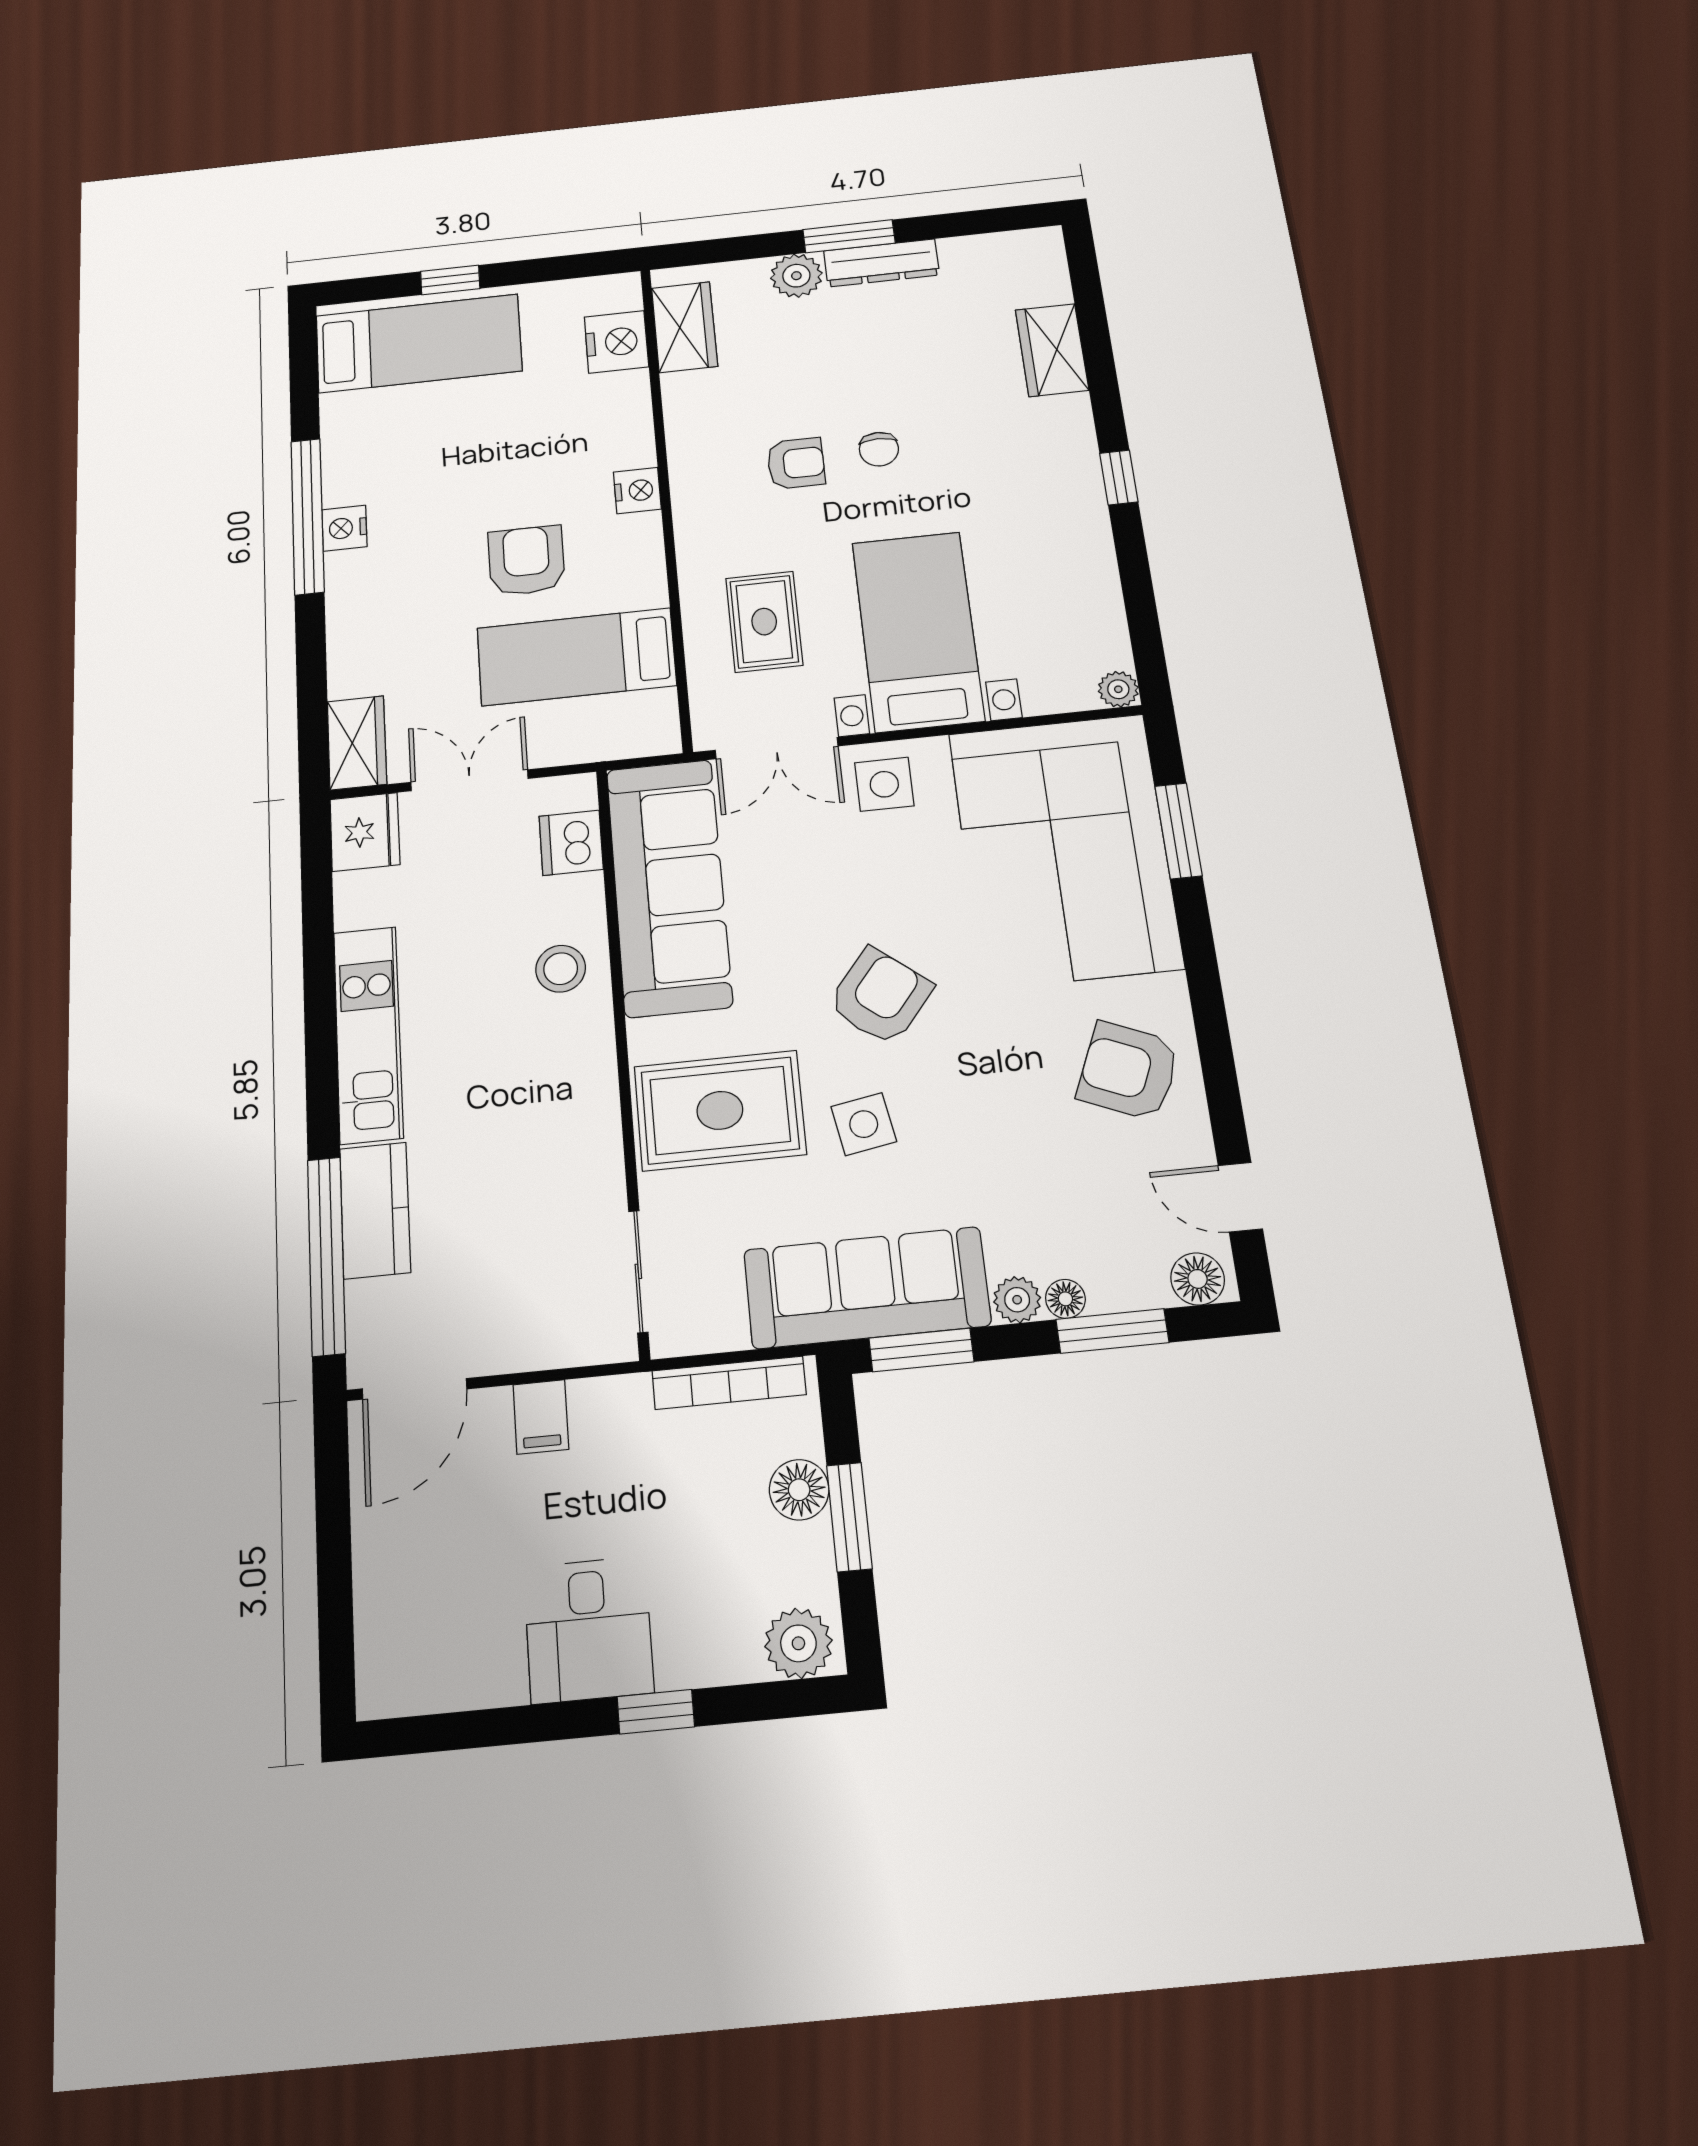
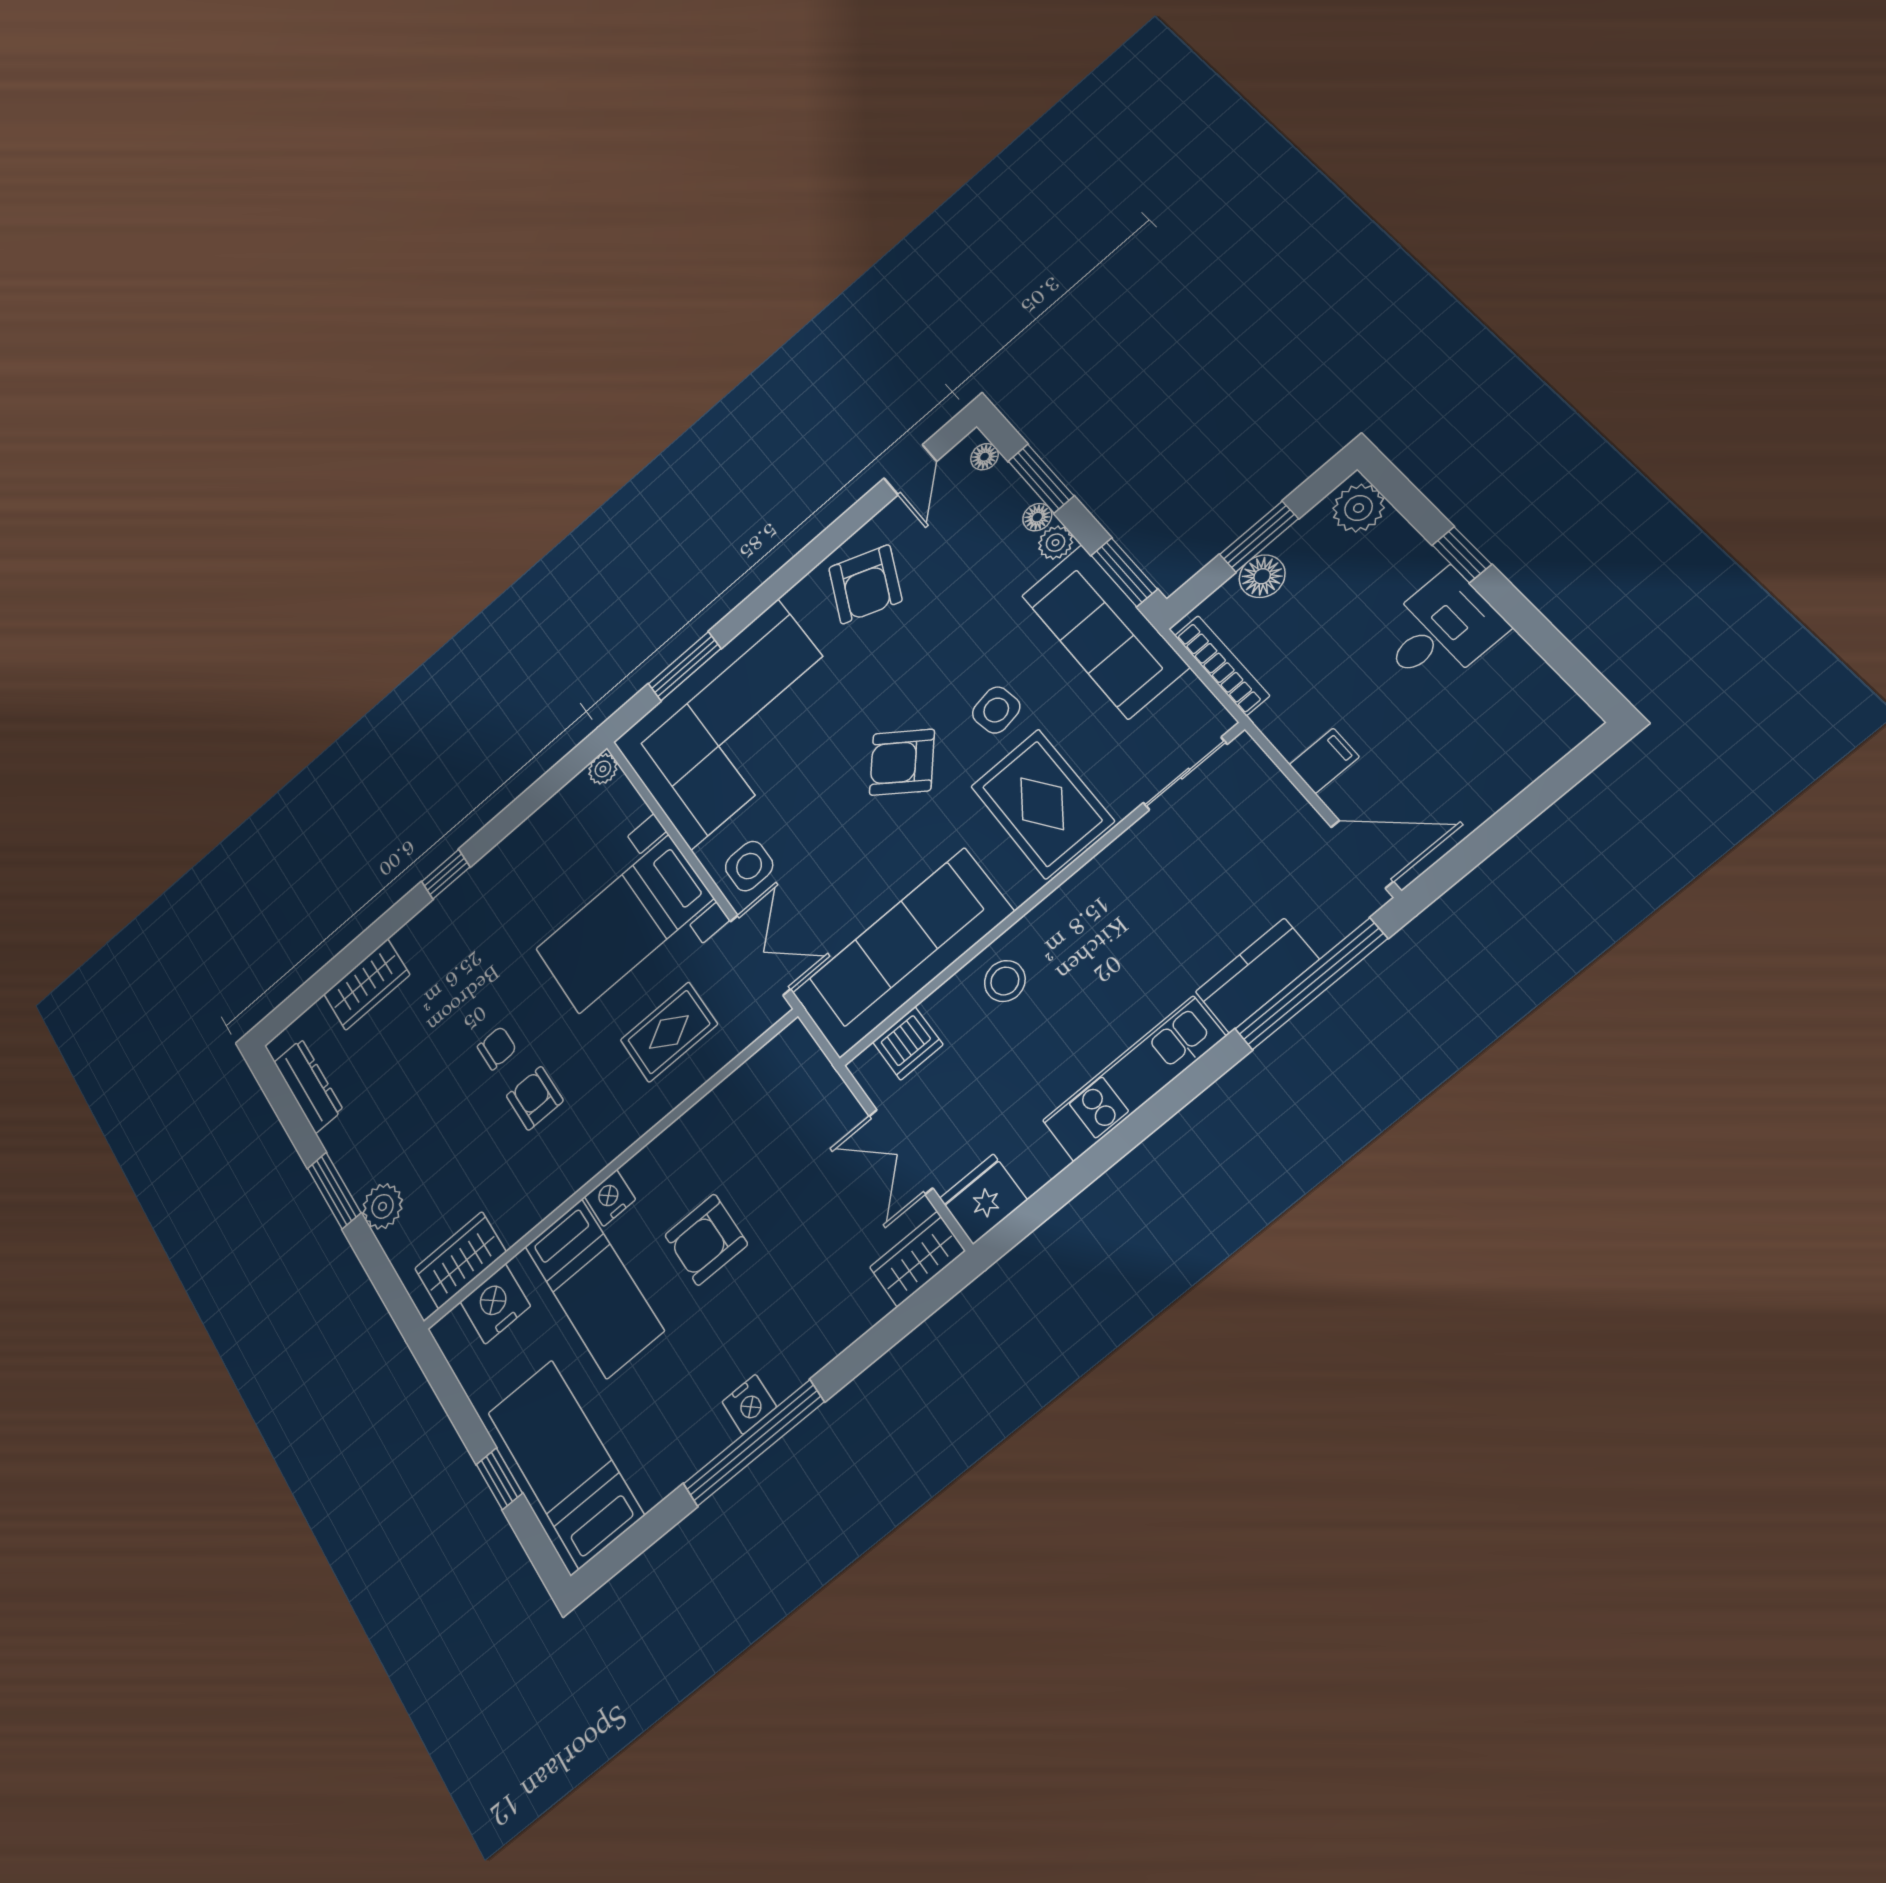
dresser: (881, 263) -> (308, 1086), moved
bed: (576, 657) -> (594, 1288), moved
floor lamp: (1198, 1279) -> (984, 457), width x0.73, depth x0.73

